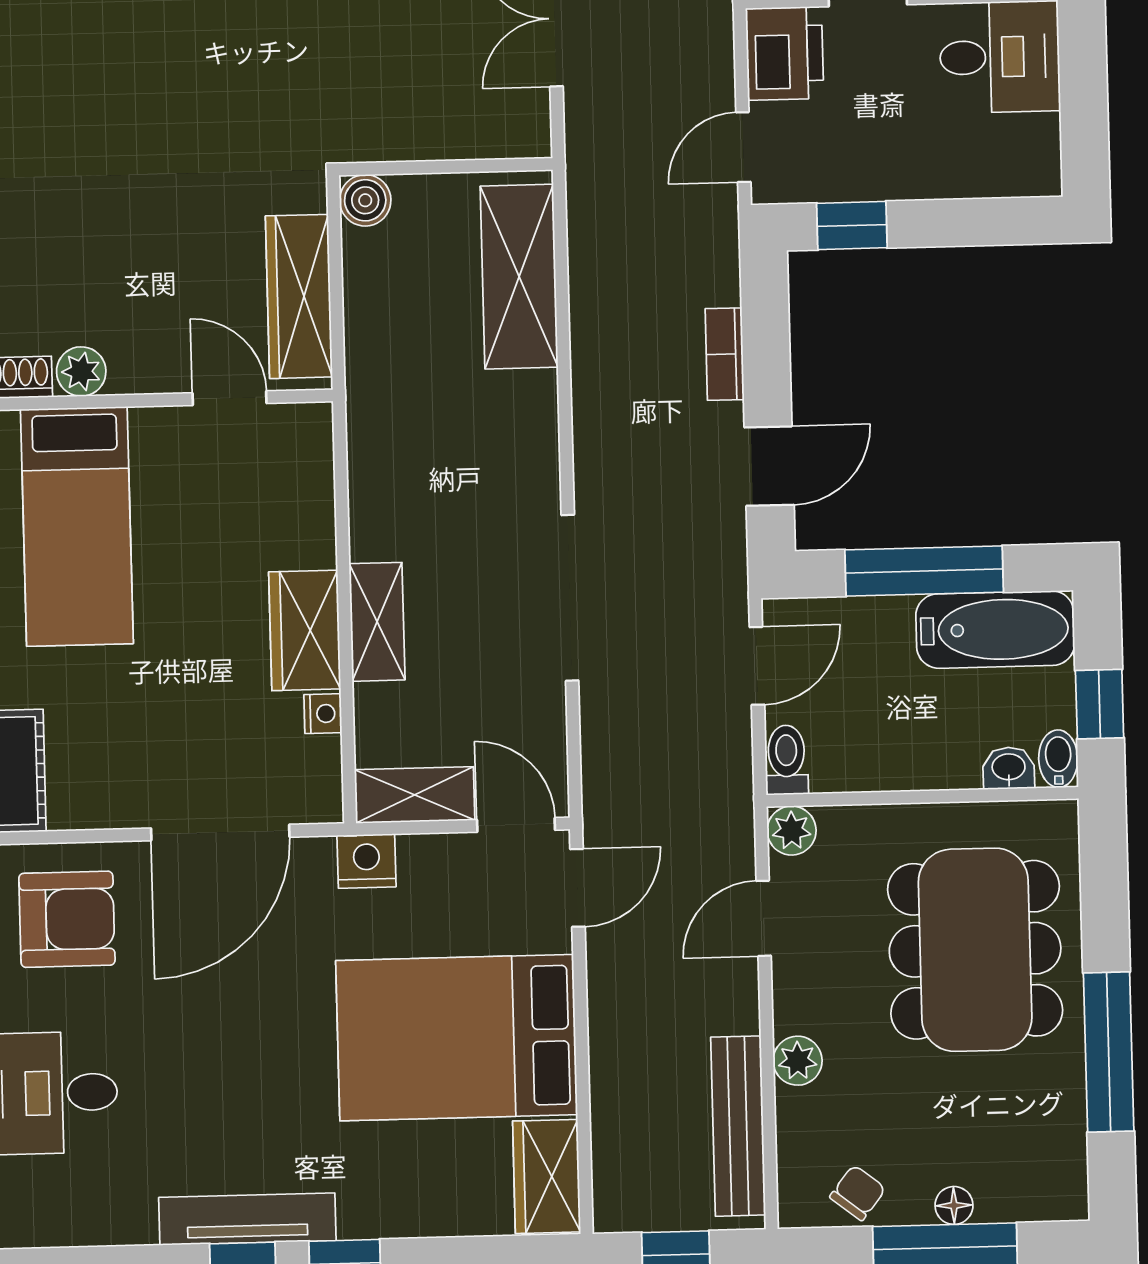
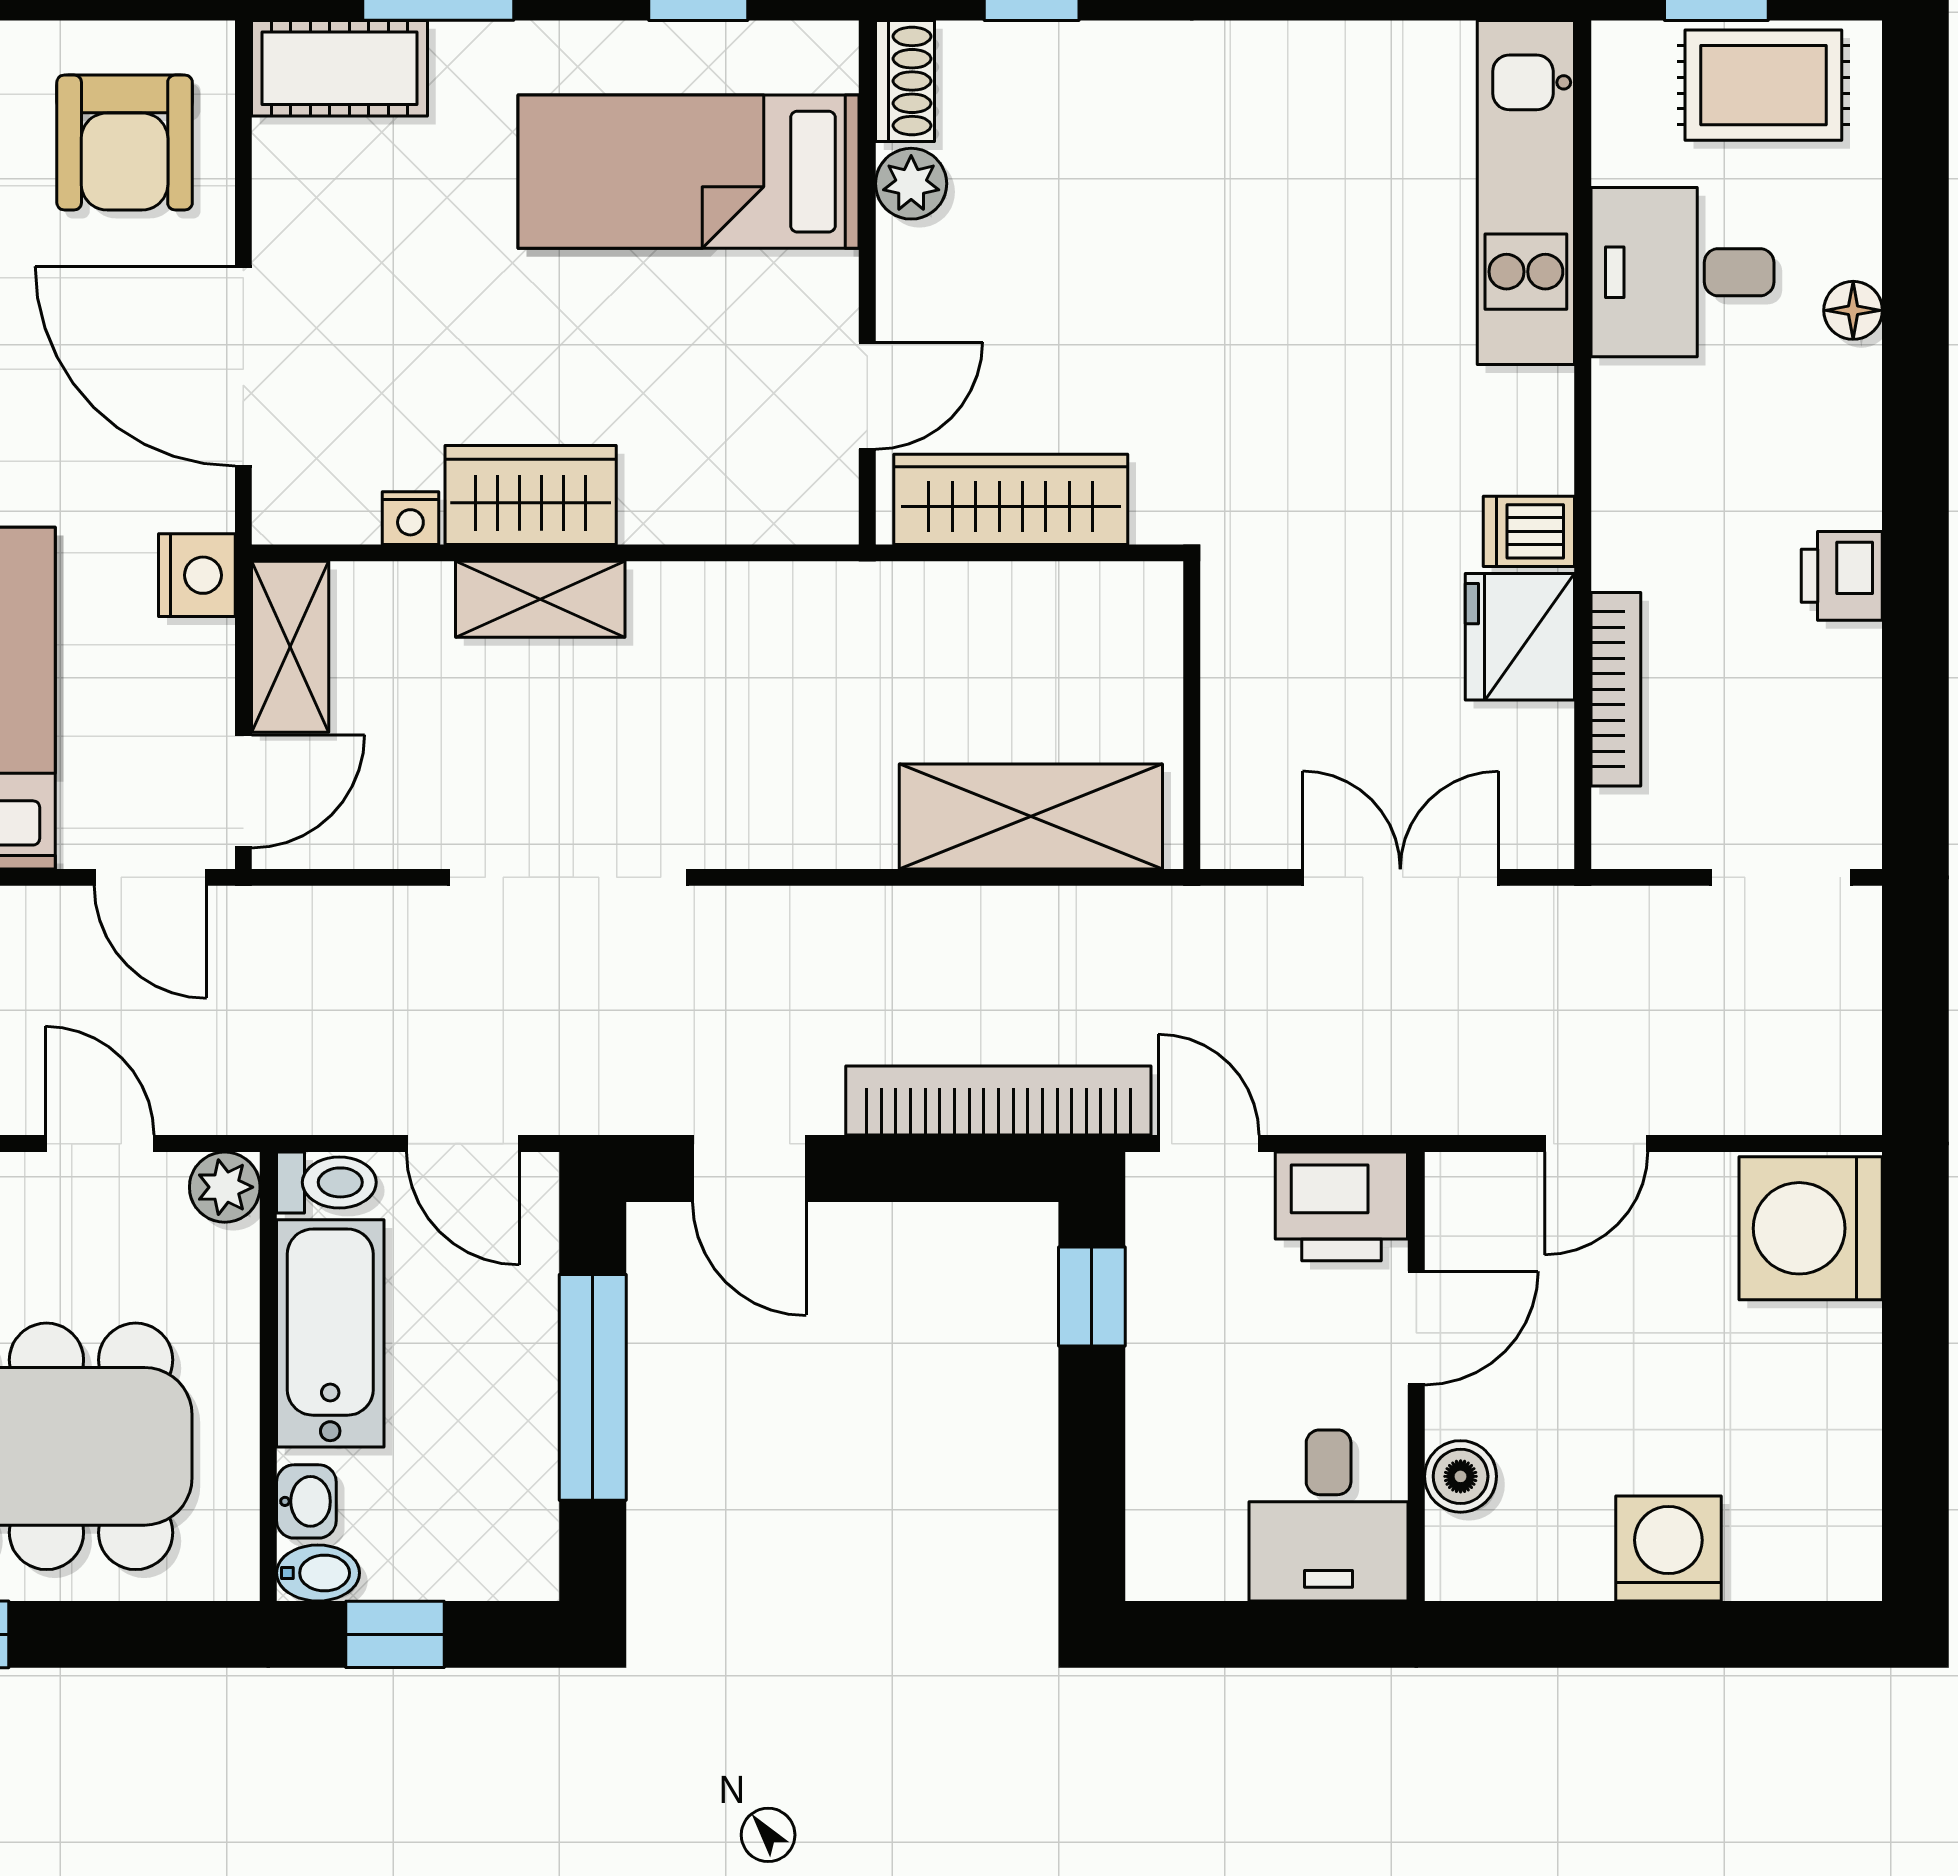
boiler: (365, 200) -> (1146, 598), removed
bookcase: (725, 354) -> (998, 1101), width x2.31, depth x1.31
bathtub: (995, 630) -> (330, 1333), moved, turned 180

